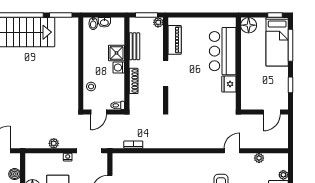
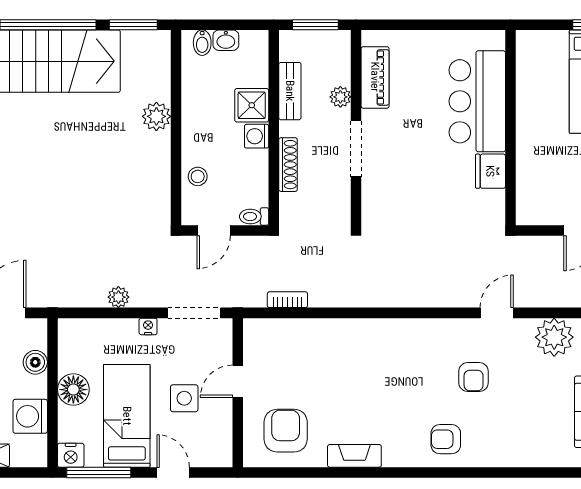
plant: (158, 22) -> (340, 97), moved
floor lamp: (249, 25) -> (532, 46), removed
plant: (72, 58) -> (156, 116), added
plant: (259, 158) -> (554, 337), width x1.88, depth x1.88

